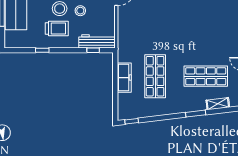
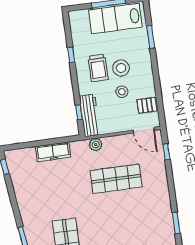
plant: (123, 40) -> (96, 145), added
shop shelf: (155, 76) -> (116, 179), moved

